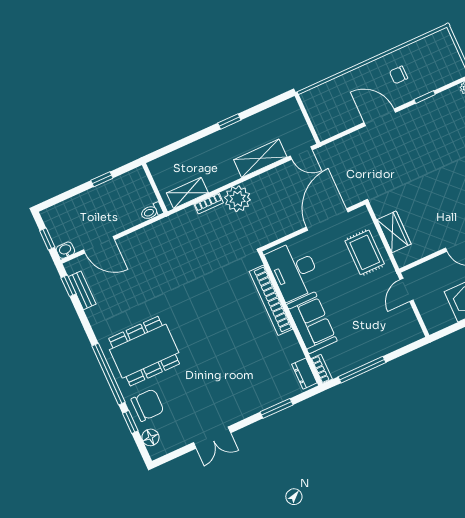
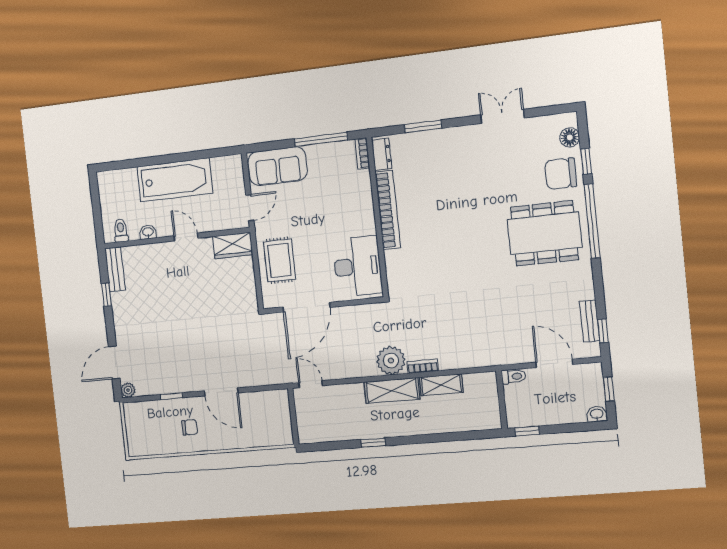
shelving: (260, 158) -> (392, 391), moved
wall: (155, 188) -> (502, 400), moved
toilet: (152, 211) -> (514, 376), moved
wardrobe: (394, 232) -> (233, 245), moved, turned -90
washbasin: (65, 250) -> (597, 414), moved, turned 180
bookcase: (271, 300) -> (388, 210), moved
sofa: (312, 323) -> (278, 166), moved, turned -90

